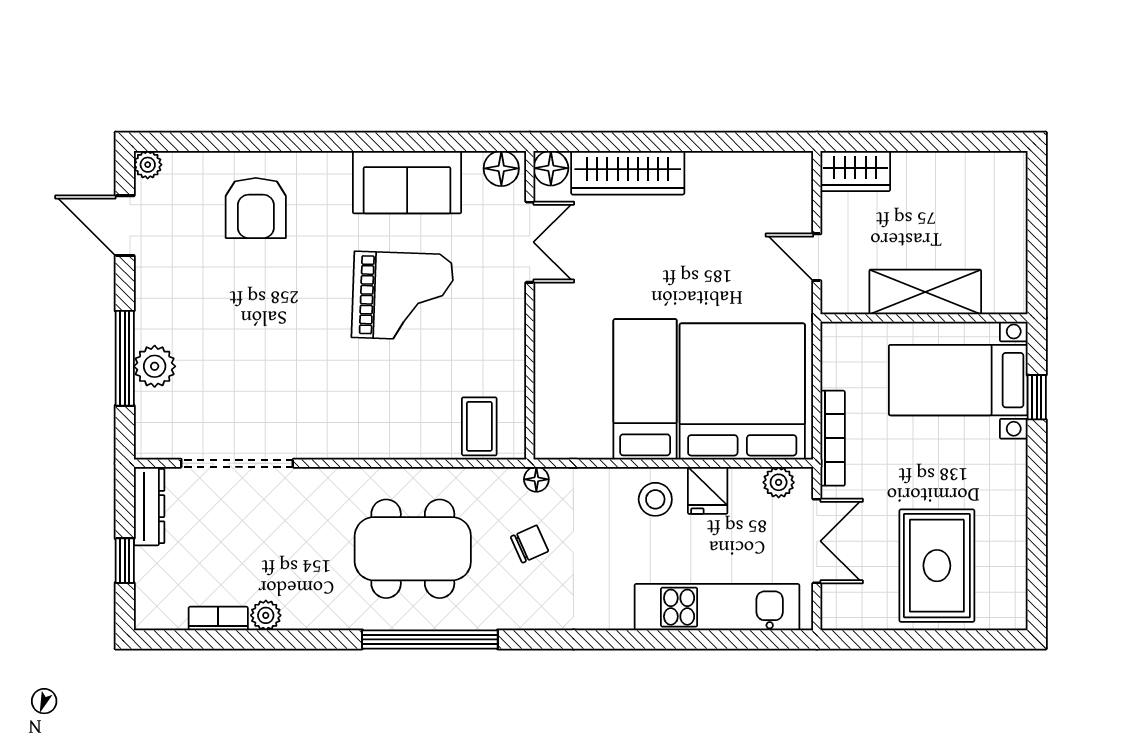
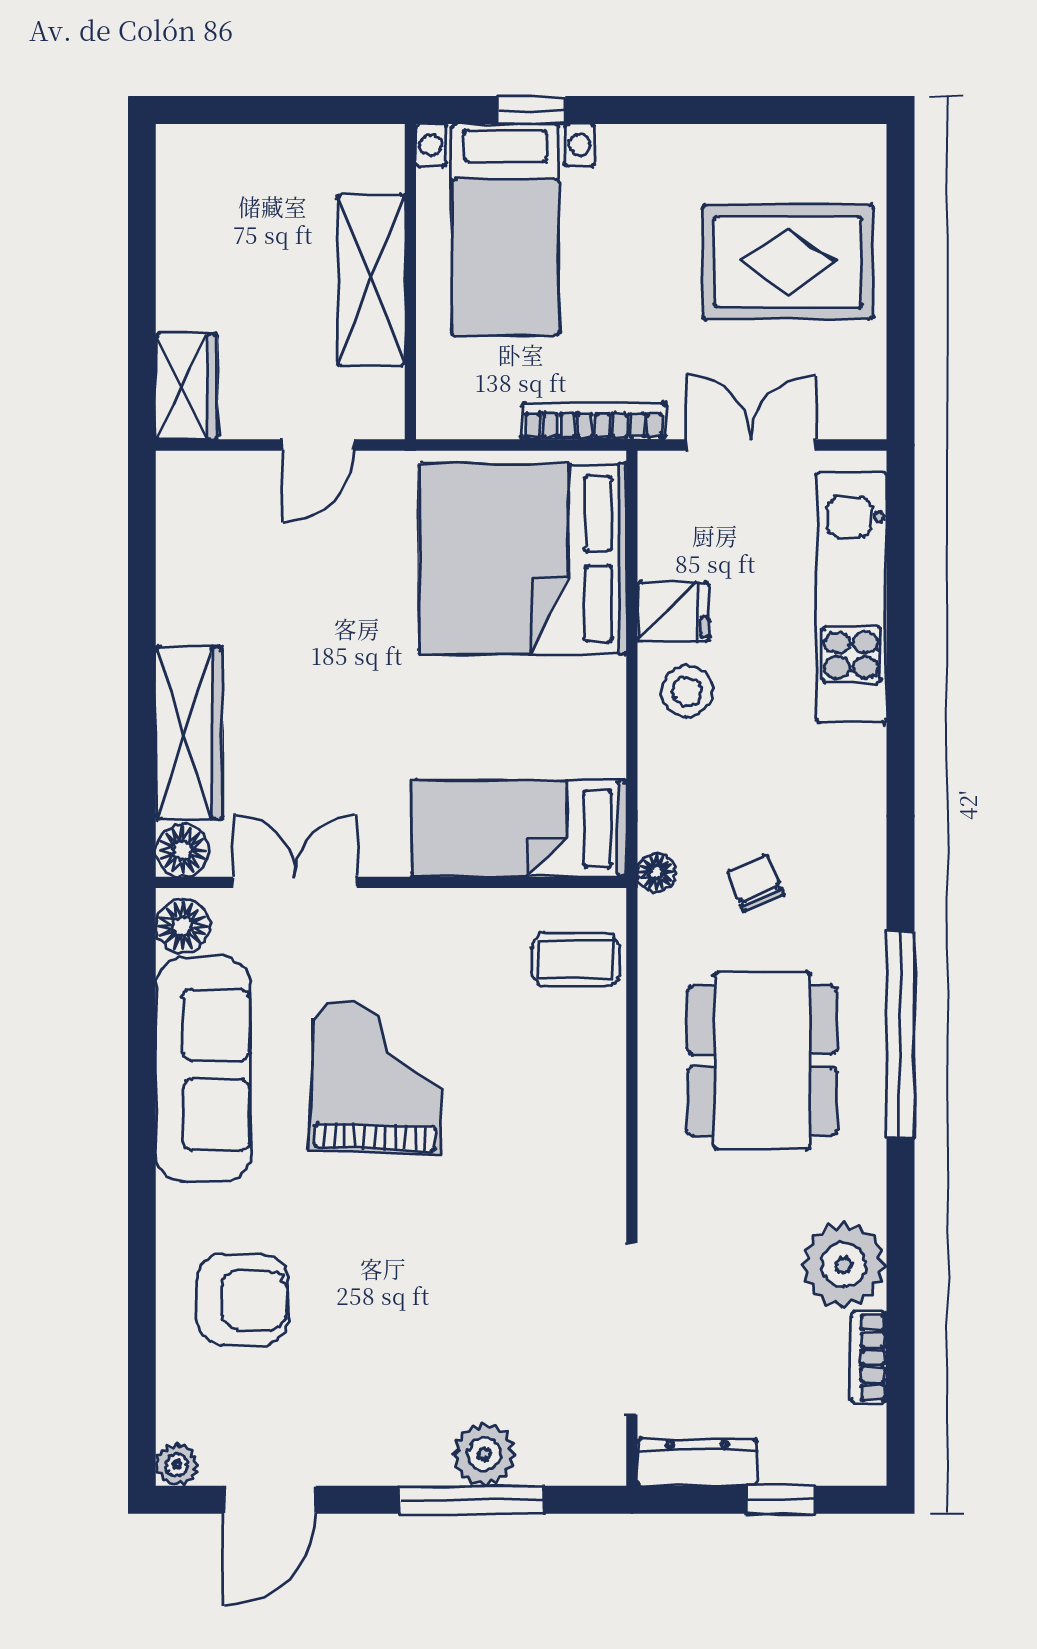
sofa: (407, 182) -> (203, 1070), width x1.36
bed: (645, 389) -> (519, 829), moved
plant: (779, 482) -> (661, 503), removed
plant: (266, 615) -> (844, 1265), width x1.87, depth x1.87

